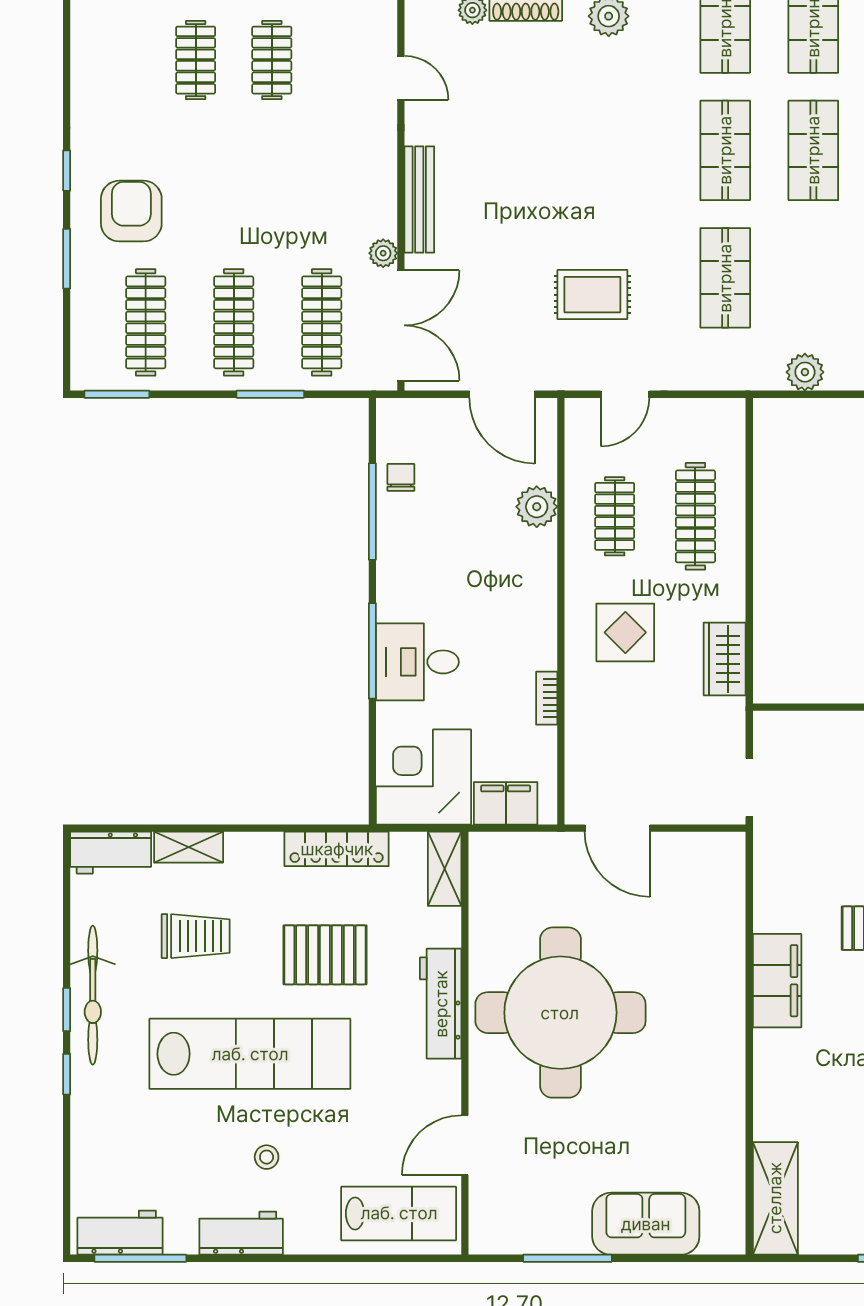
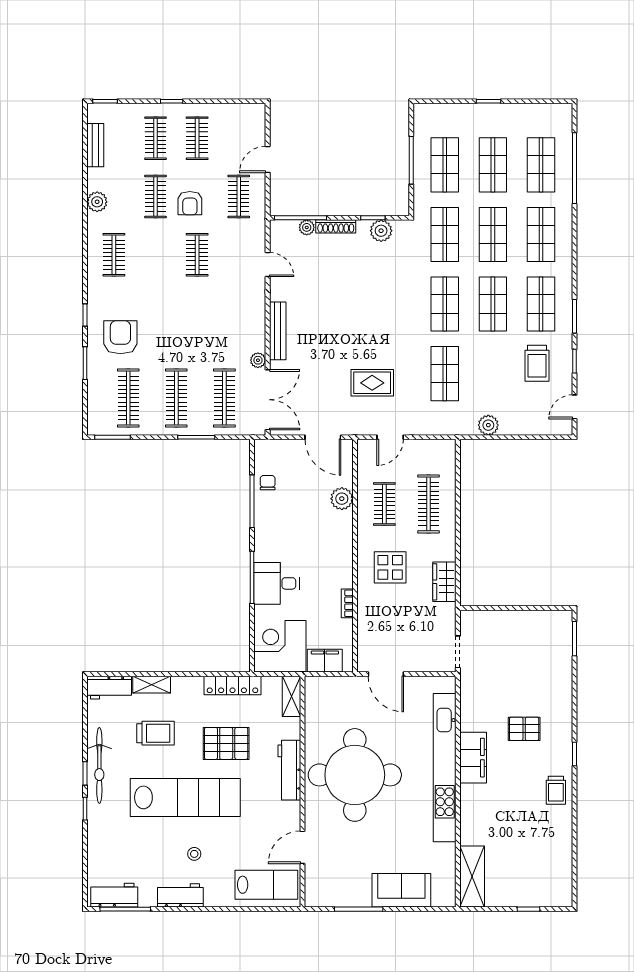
clothes rail: (196, 60) -> (114, 255), moved
kitchen unit: (725, 999) -> (445, 768), added

